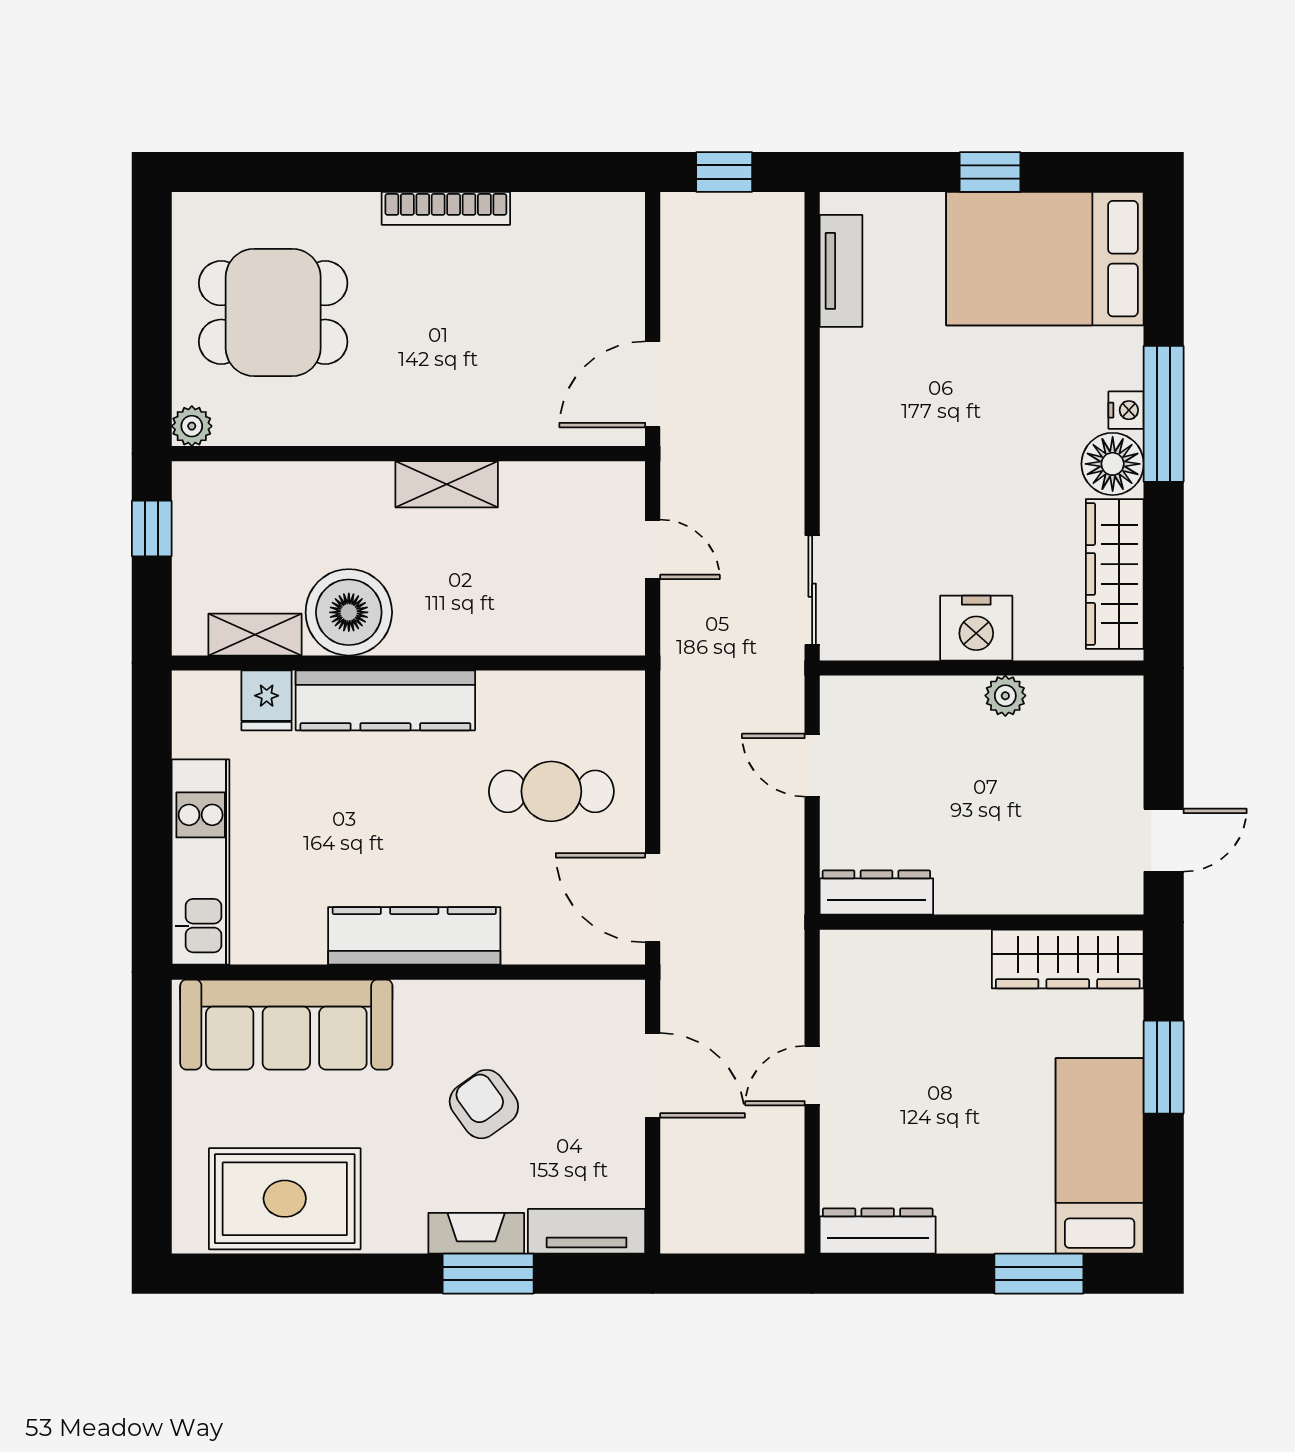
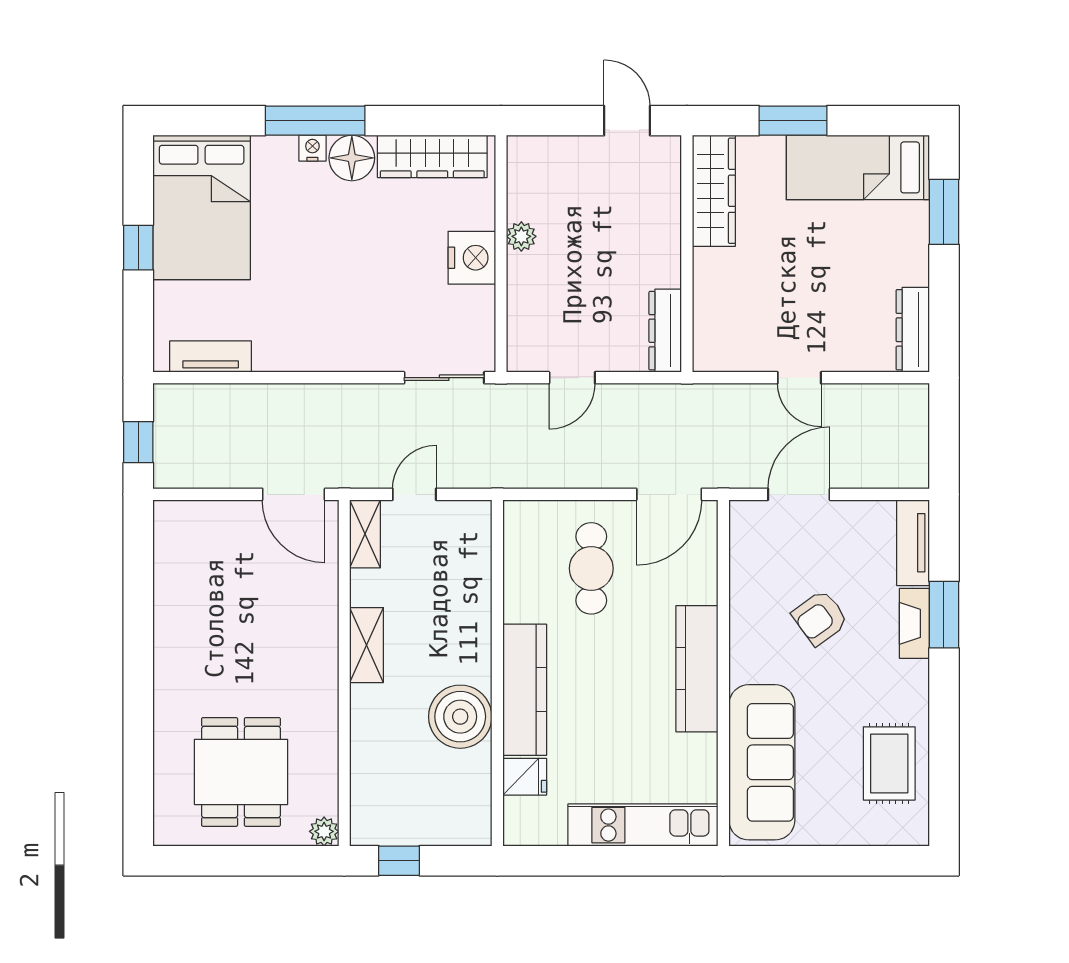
bookcase: (446, 208) -> (165, 646), removed
shelving: (255, 635) -> (365, 534), moved
rug: (285, 1199) -> (889, 763), width x0.73, depth x0.70

